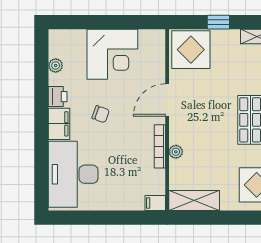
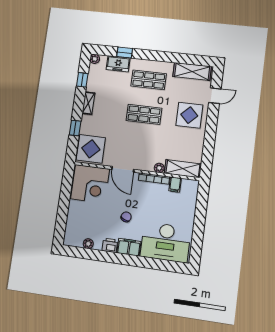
corner desk: (112, 54) -> (90, 184), moved, turned 90
shelving: (194, 201) -> (183, 169), moved, turned 90
filing cabinet: (155, 203) -> (175, 185), moved

